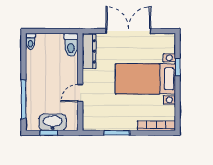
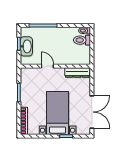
double door: (128, 31) -> (92, 112), moved
toilet: (71, 45) -> (82, 40), moved

